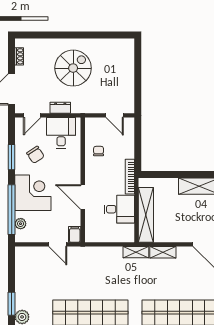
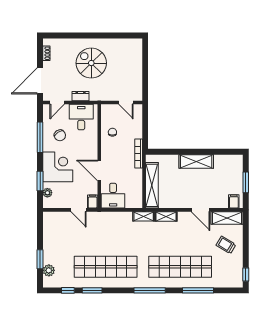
spiral stairs: (73, 68) -> (91, 63), turned -90
window: (12, 157) -> (40, 137), width x1.44
desk: (119, 209) -> (113, 196), moved, turned 90
window: (12, 210) -> (40, 181), width x0.47

